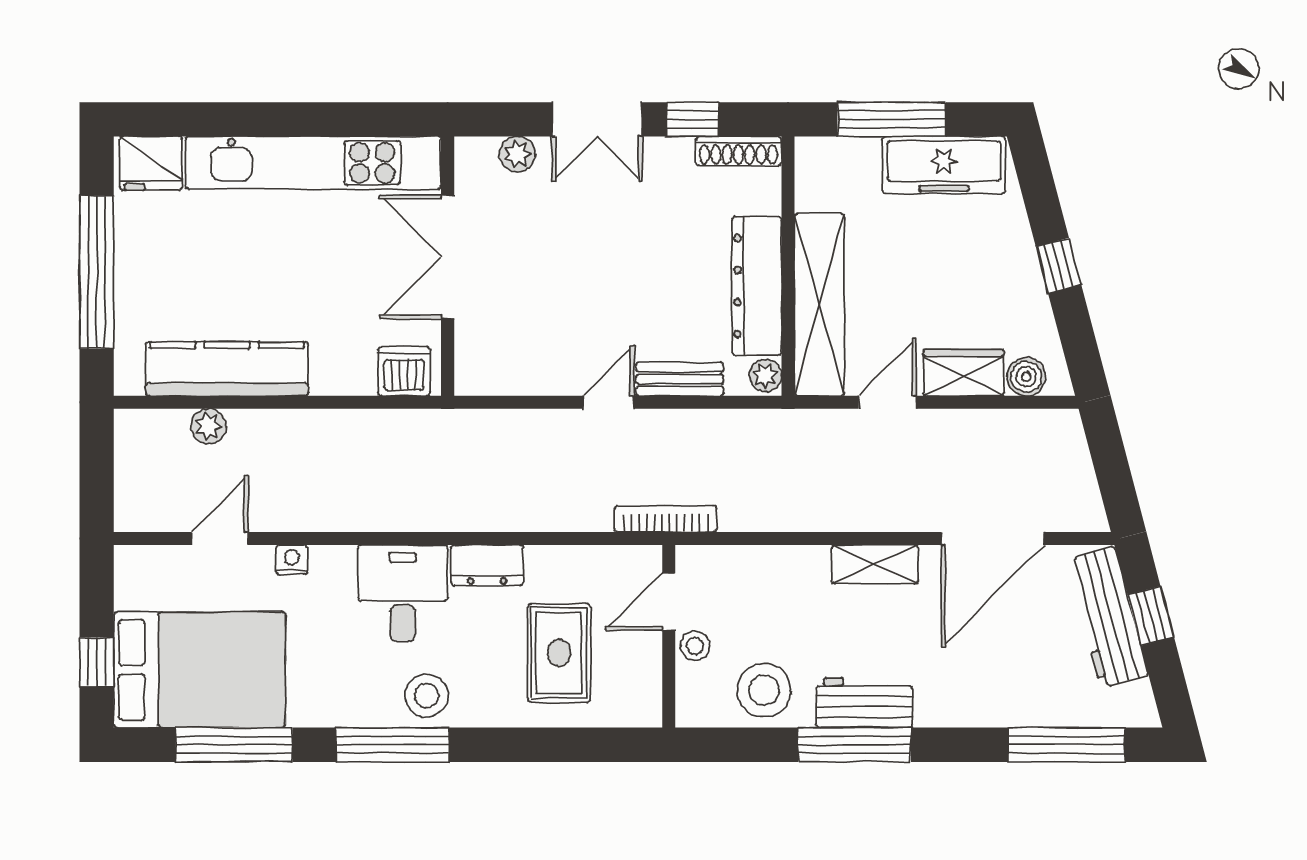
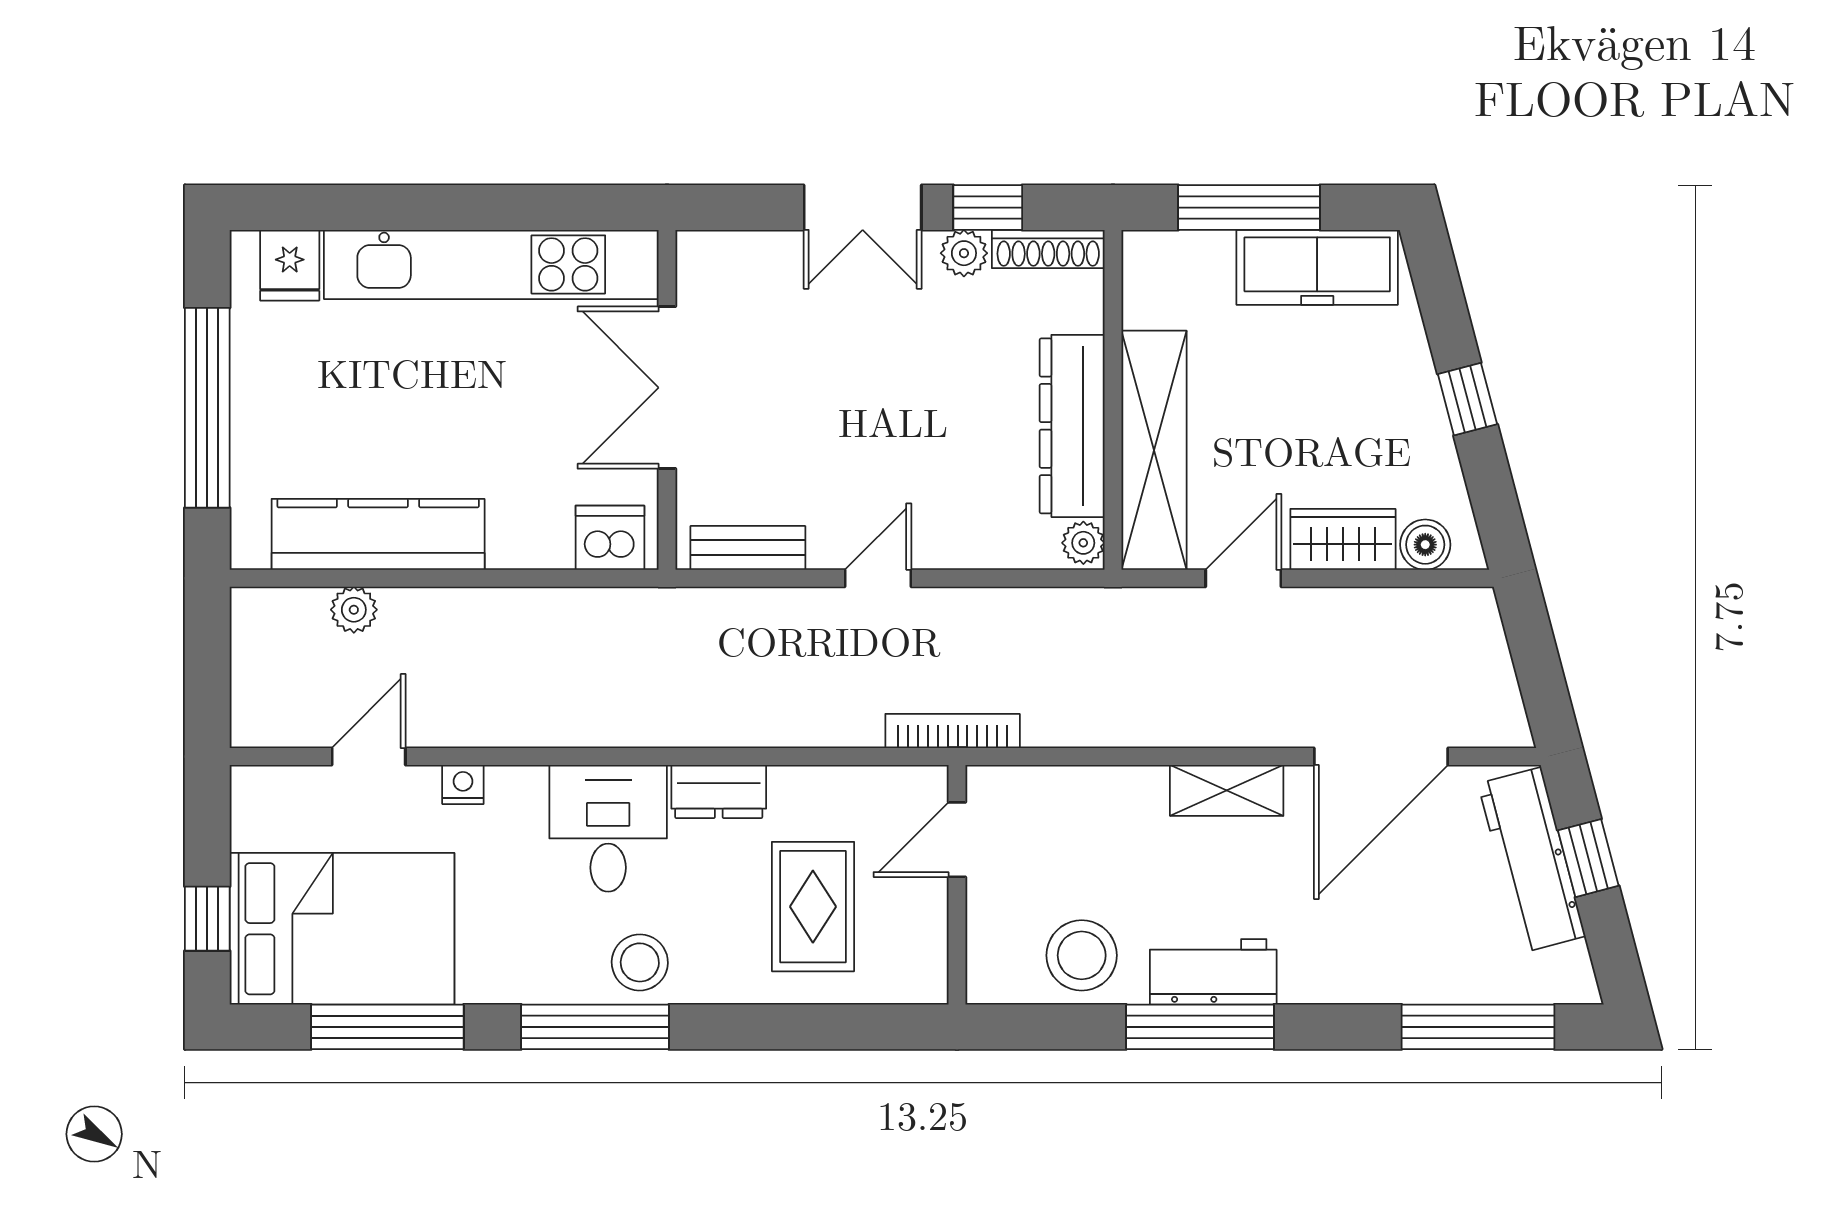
plant: (517, 154) -> (964, 253), moved
fridge: (151, 163) -> (290, 265), width x0.72
bench: (680, 379) -> (748, 548), moved
stool: (695, 646) -> (991, 897), removed

